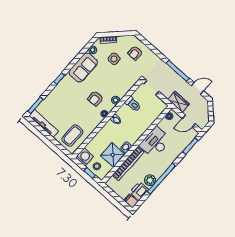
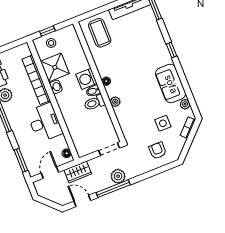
plant: (167, 72) -> (118, 176), added
door: (197, 88) -> (82, 201), swing flipped
armchair: (95, 98) -> (129, 80), removed
toilet: (133, 104) -> (94, 103), moved
washing machine: (84, 157) -> (86, 79), moved, turned 90

